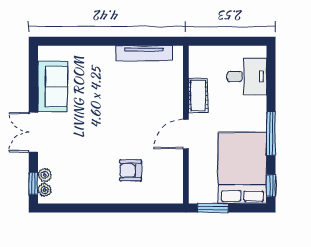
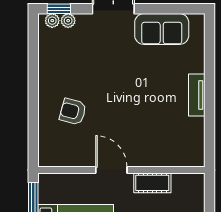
tv unit: (144, 53) -> (197, 95), moved, width x0.71
armchair: (131, 171) -> (73, 112), turned -75

